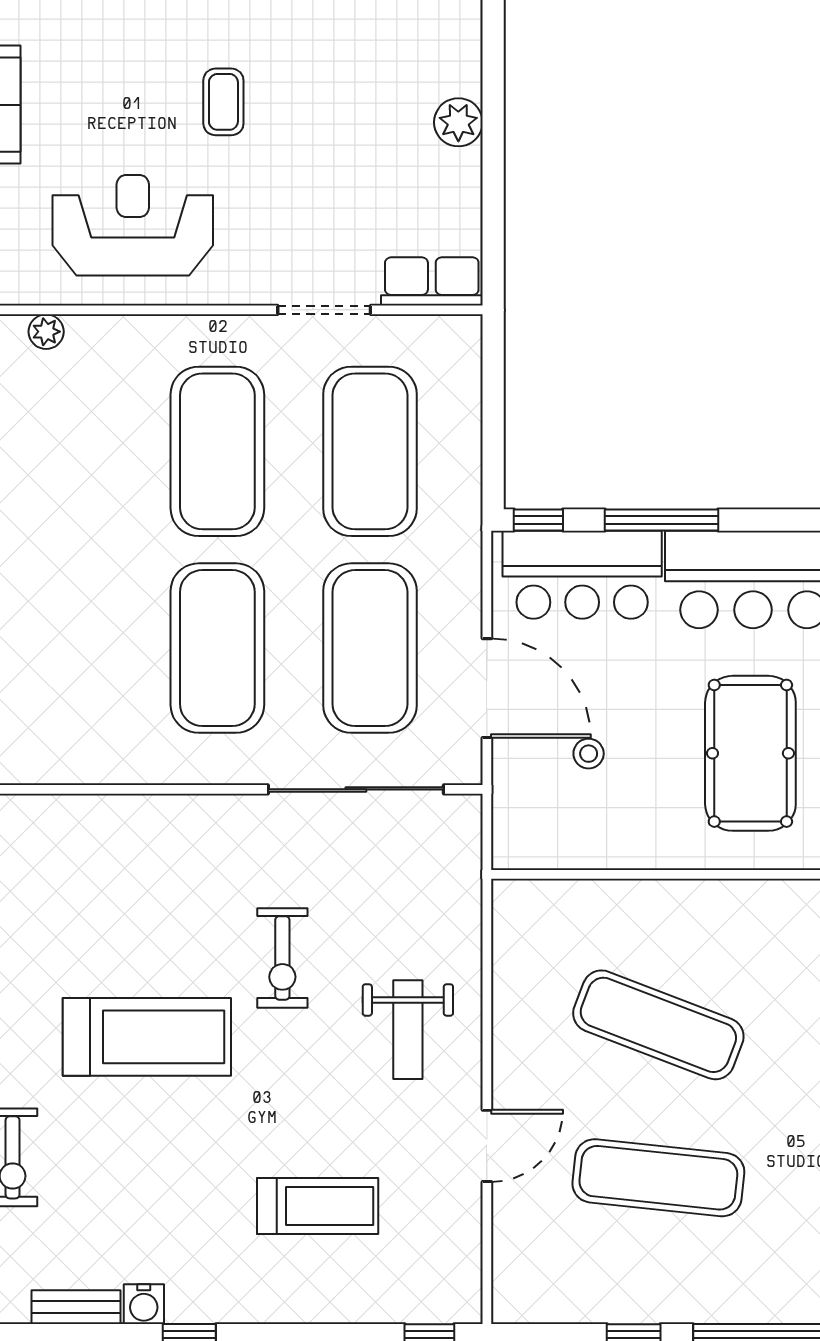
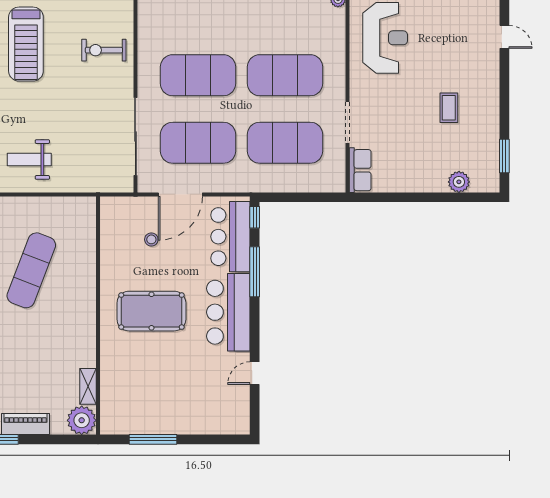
coffee table: (223, 102) -> (449, 108), moved, turned 90
plant: (458, 122) -> (459, 182), moved
exercise bike: (282, 958) -> (104, 50), moved

